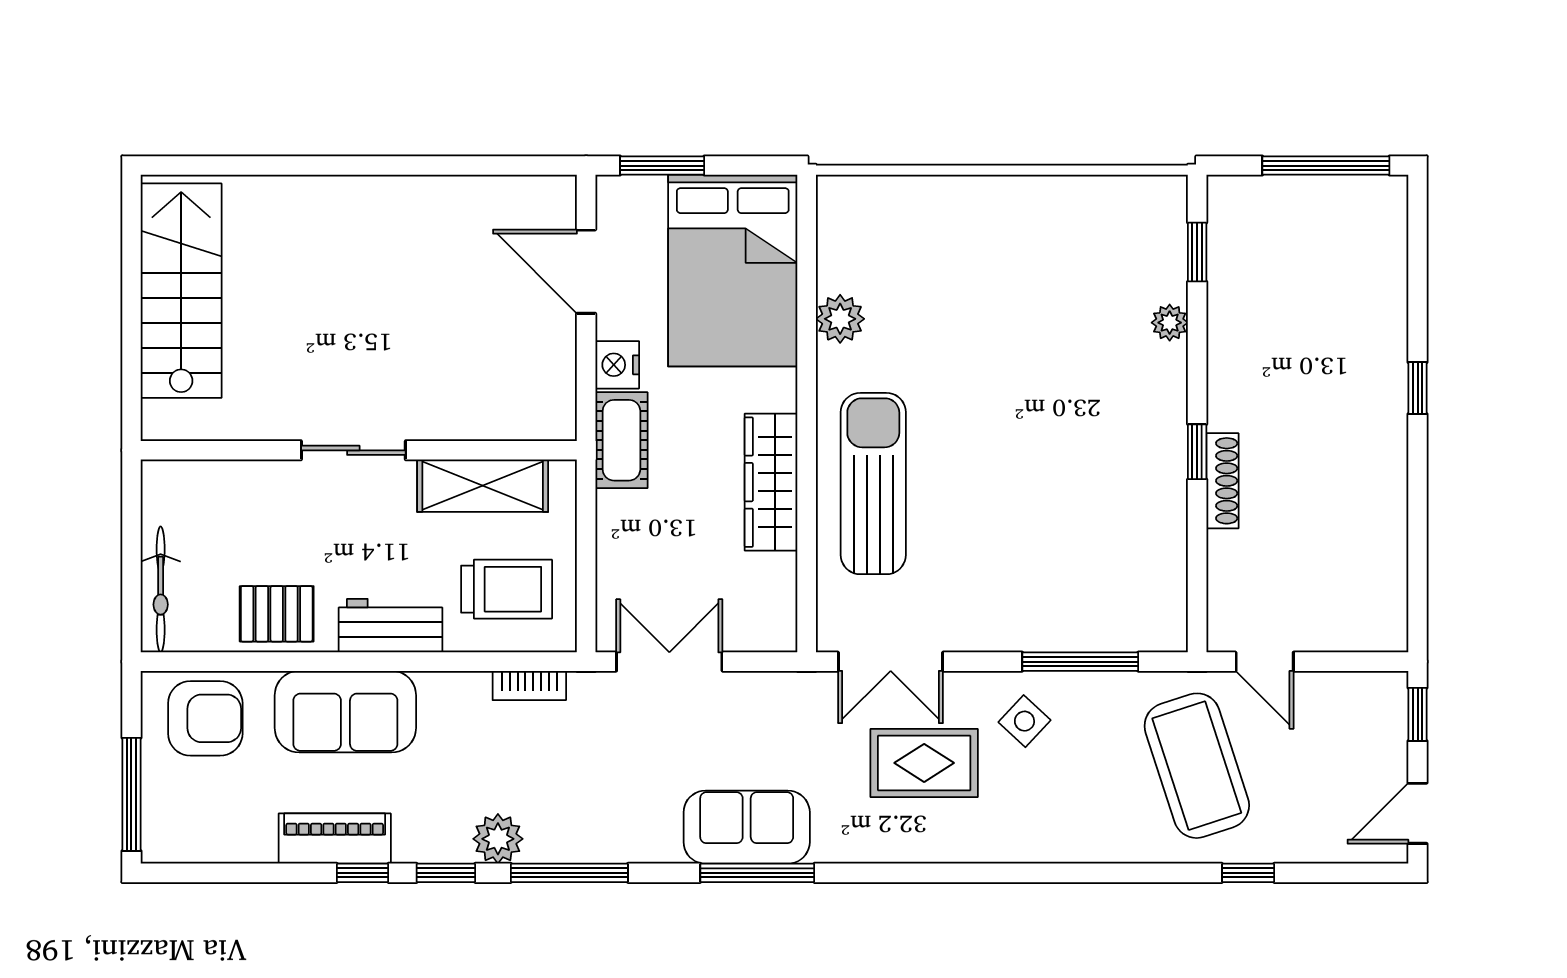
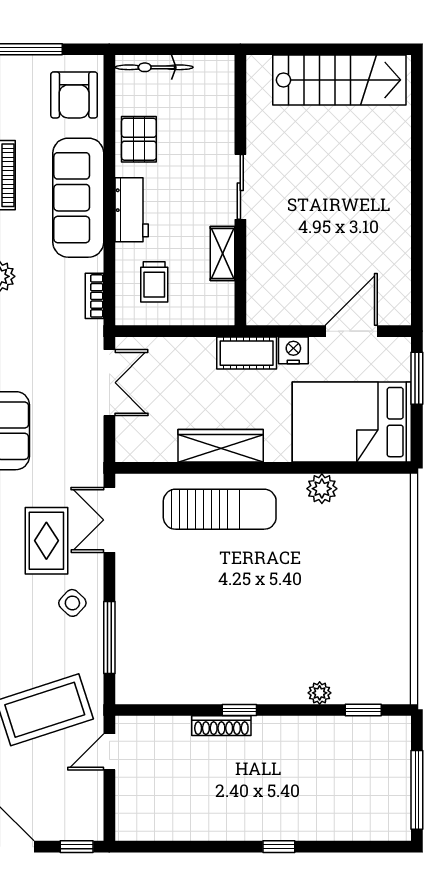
shelving: (483, 486) -> (222, 253), width x0.67, depth x0.75
trolley: (507, 589) -> (154, 282), width x0.73, depth x0.72
sofa: (345, 712) -> (78, 198), width x1.36

